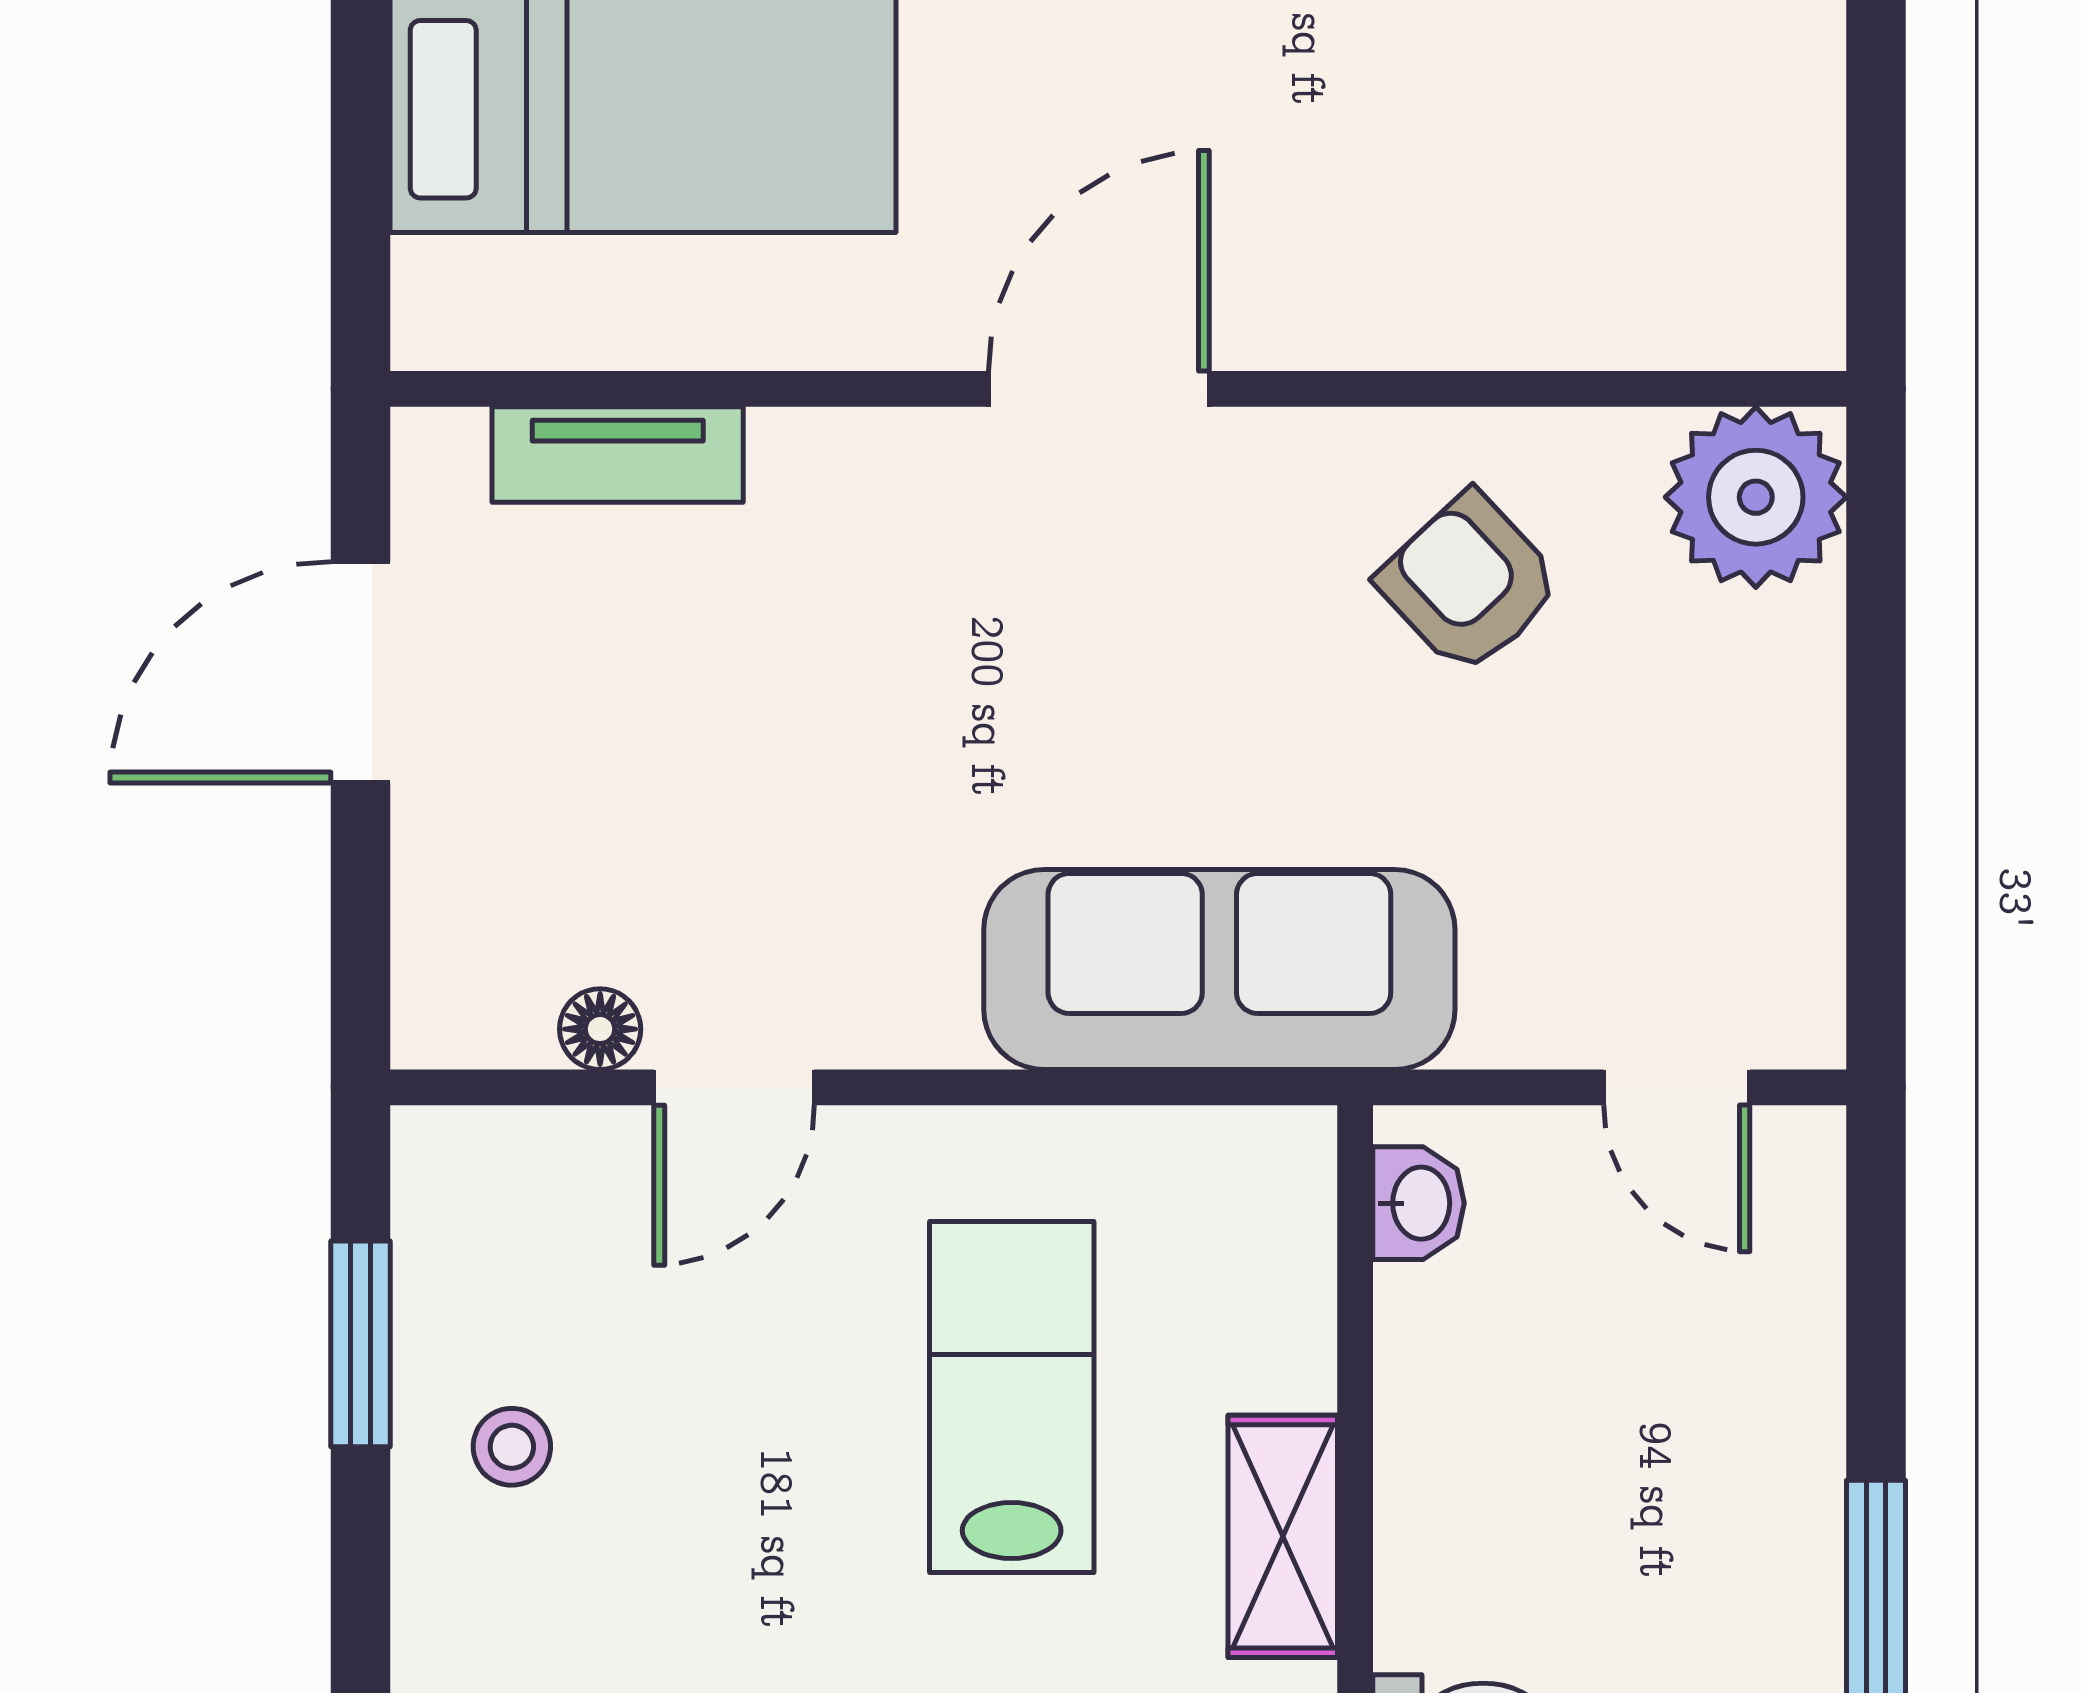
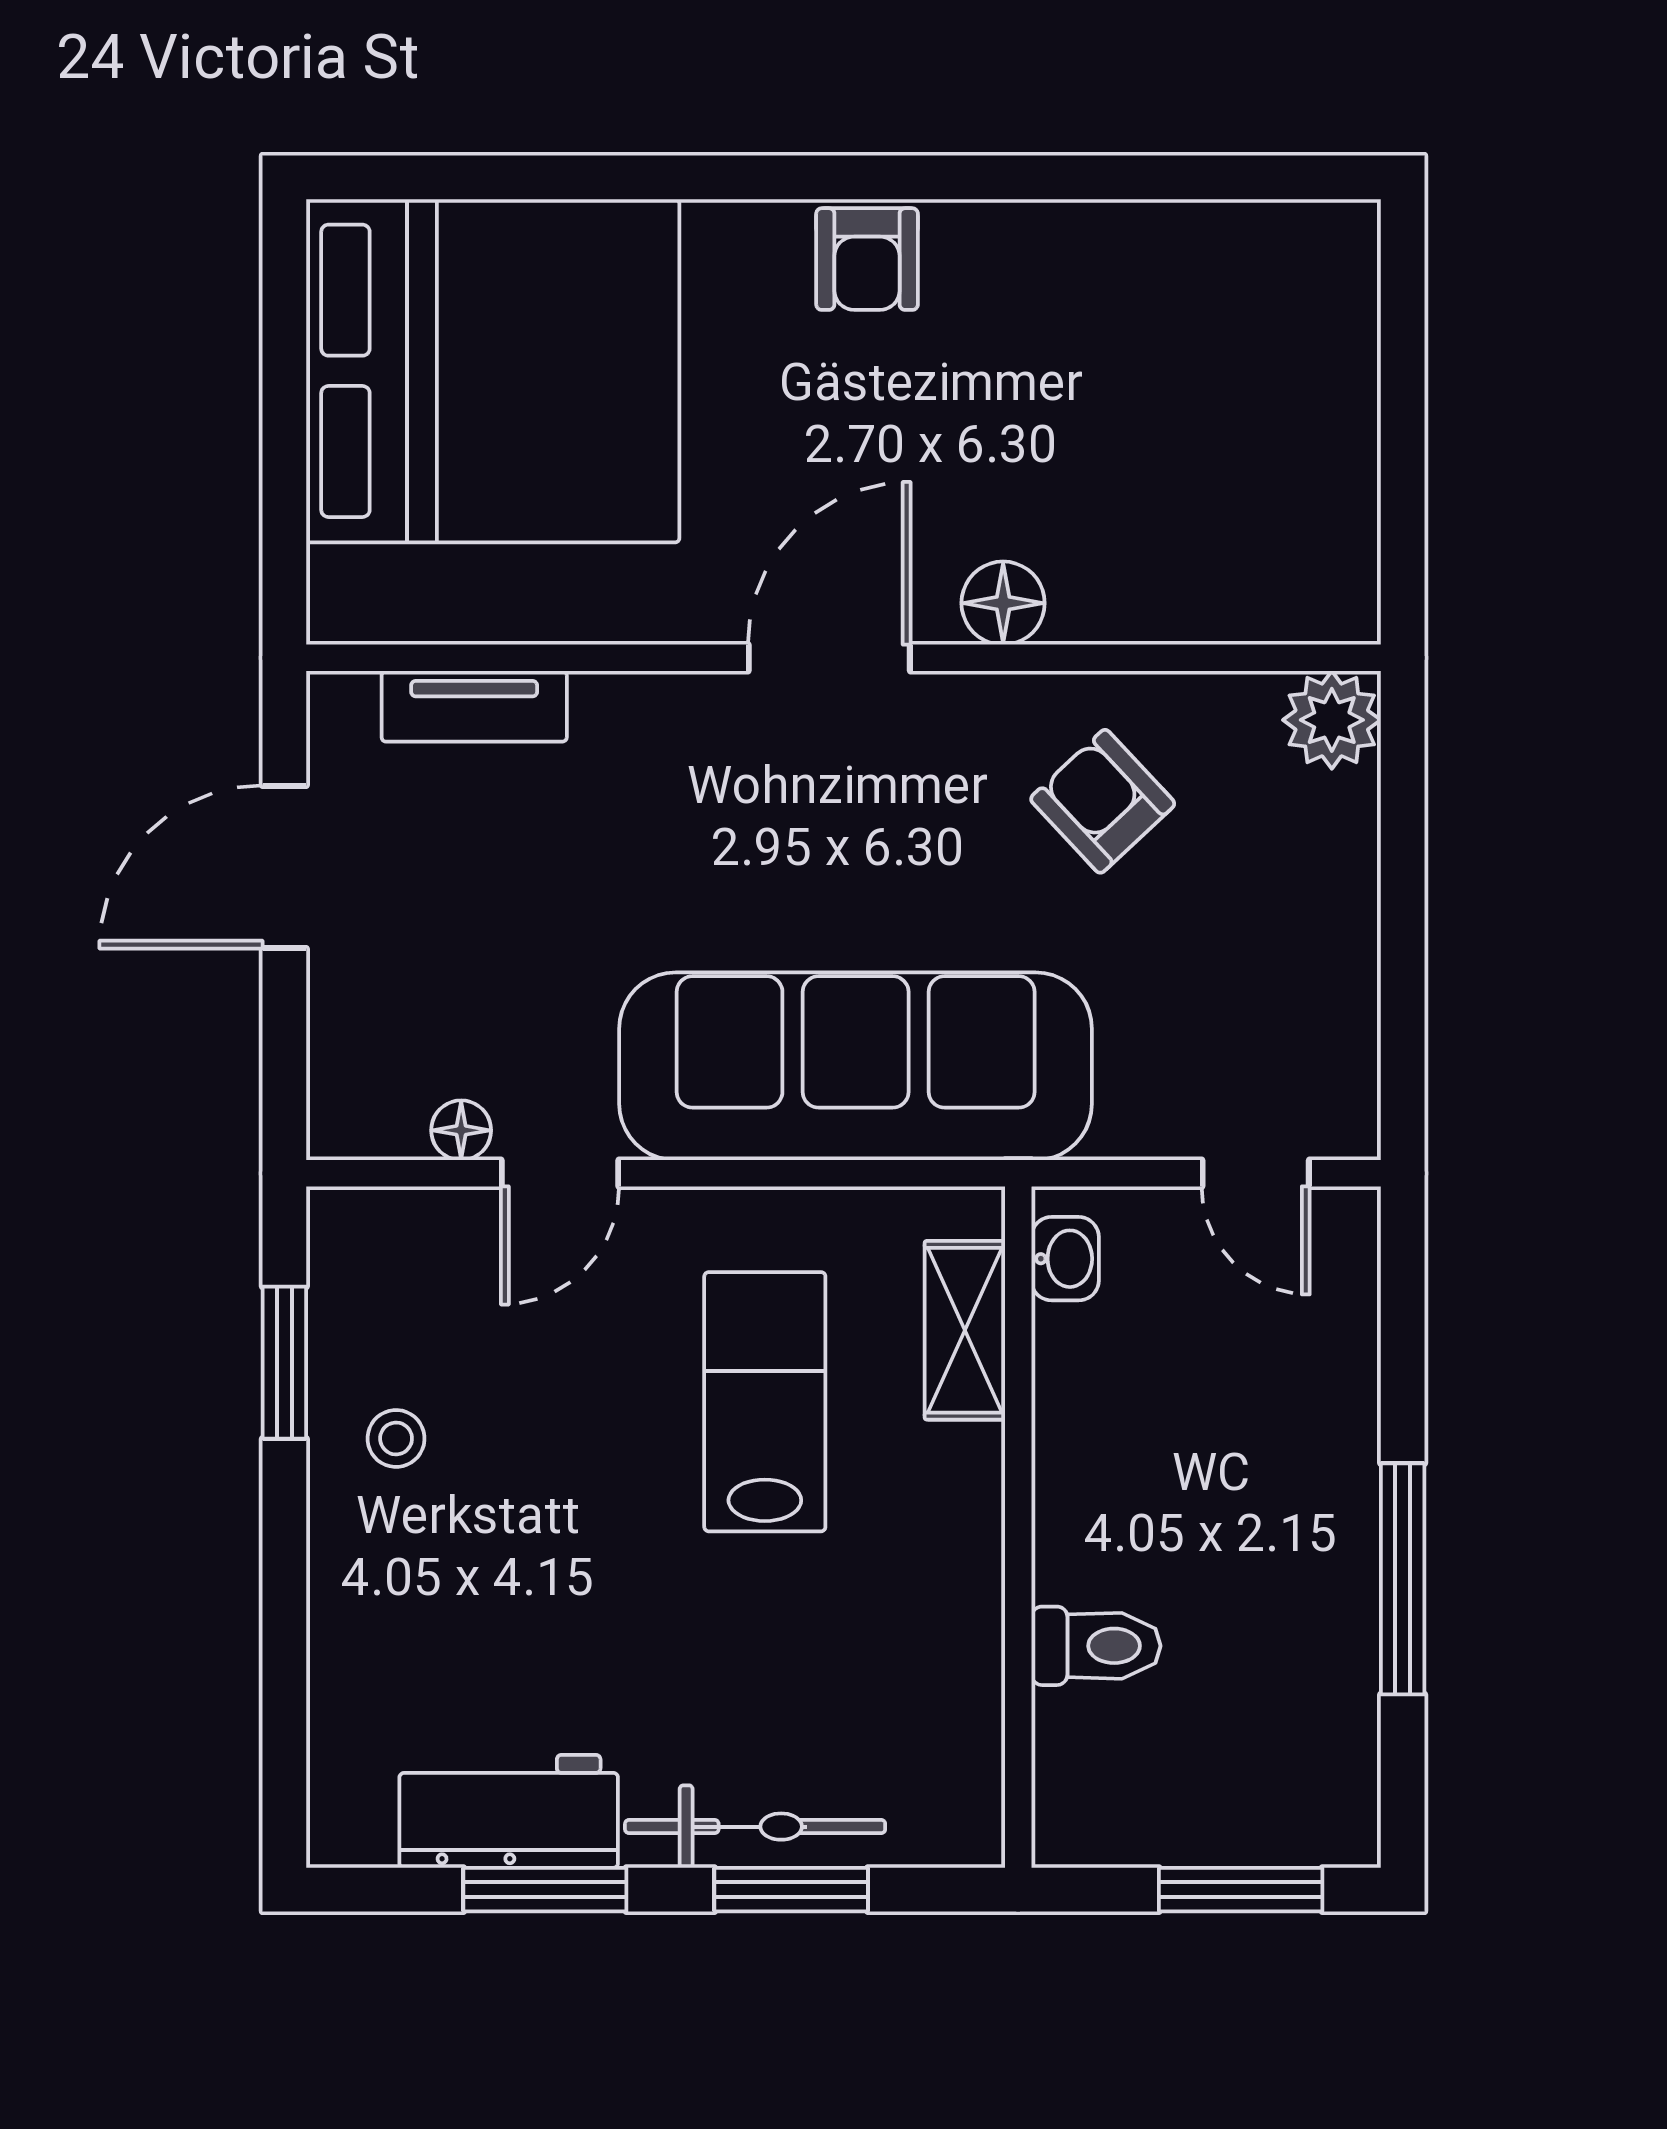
floor lamp: (1335, 315) -> (1003, 603), added
plant: (1756, 497) -> (1332, 720), width x0.73, depth x0.73
sofa: (1219, 969) -> (856, 1066), width x1.36, depth x1.27
shelving: (1283, 1536) -> (965, 1330), moved

